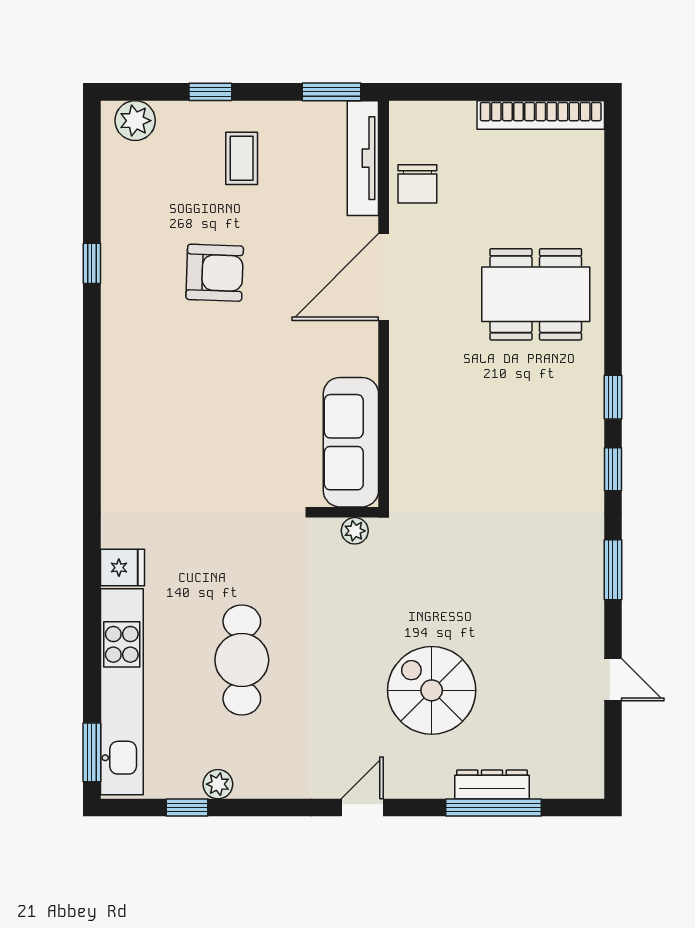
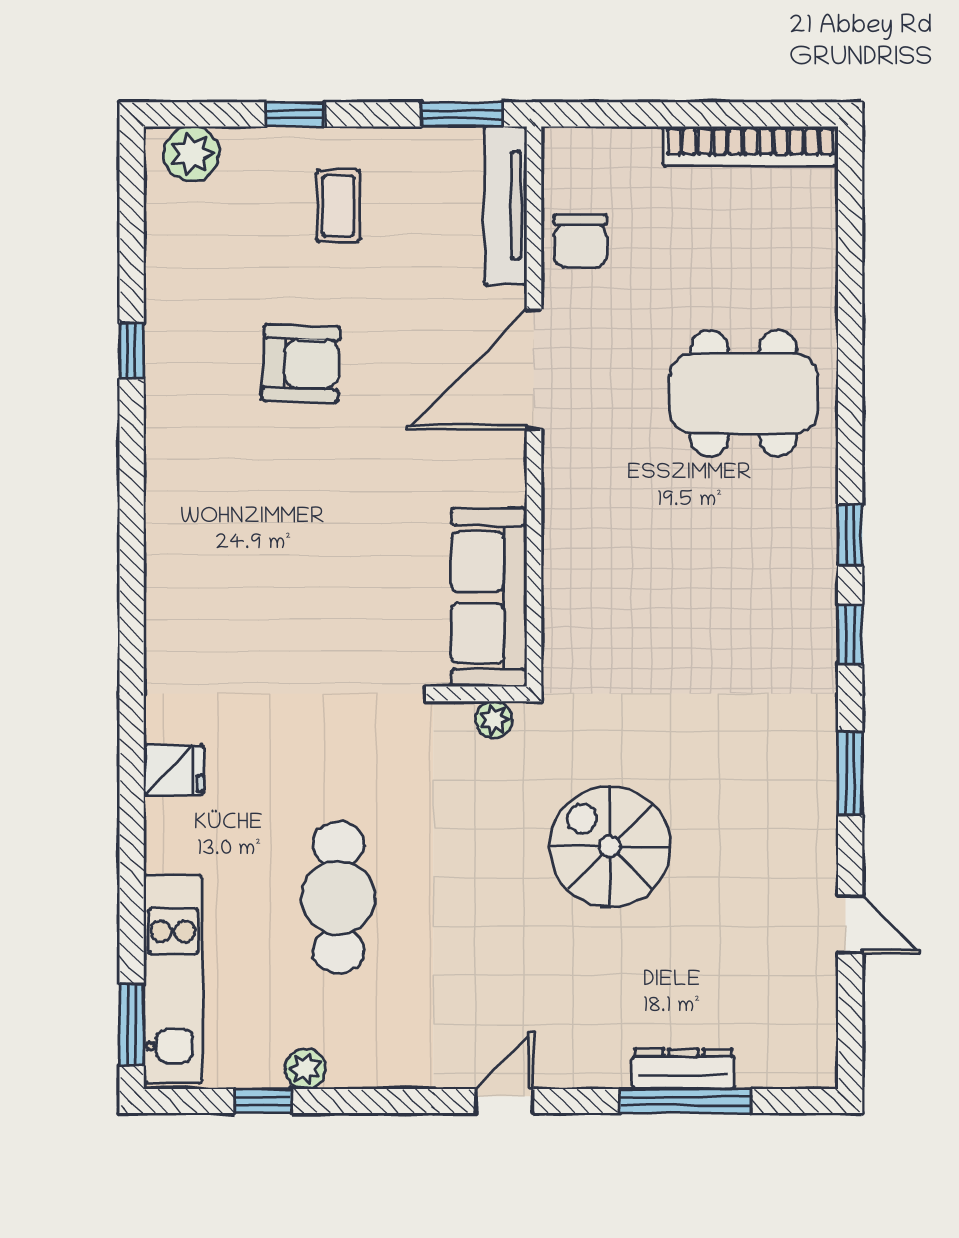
spiral stairs: (432, 690) -> (610, 847), moved
kitchen unit: (122, 692) -> (173, 979), width x0.73

